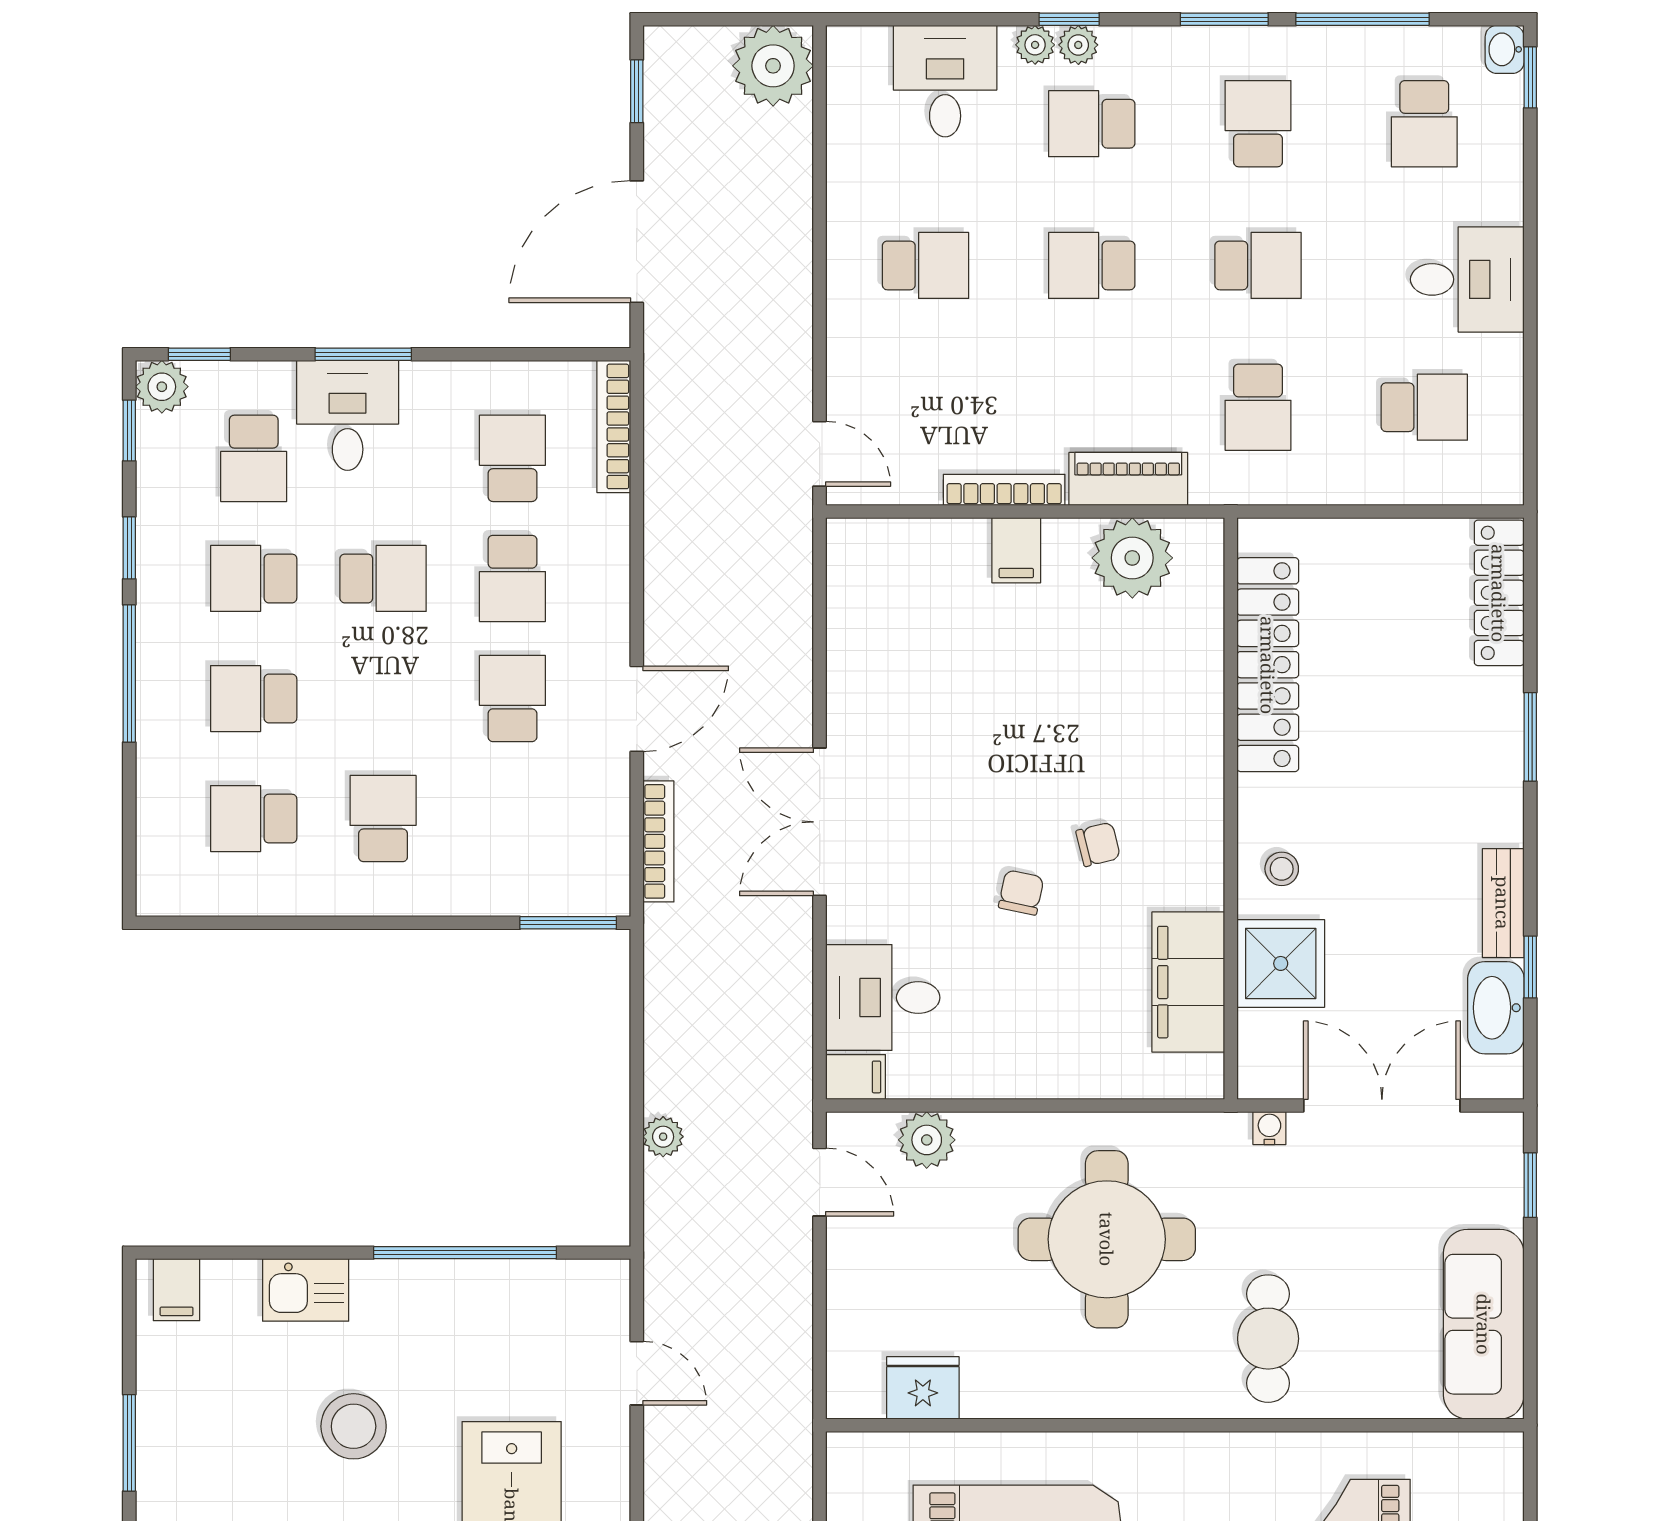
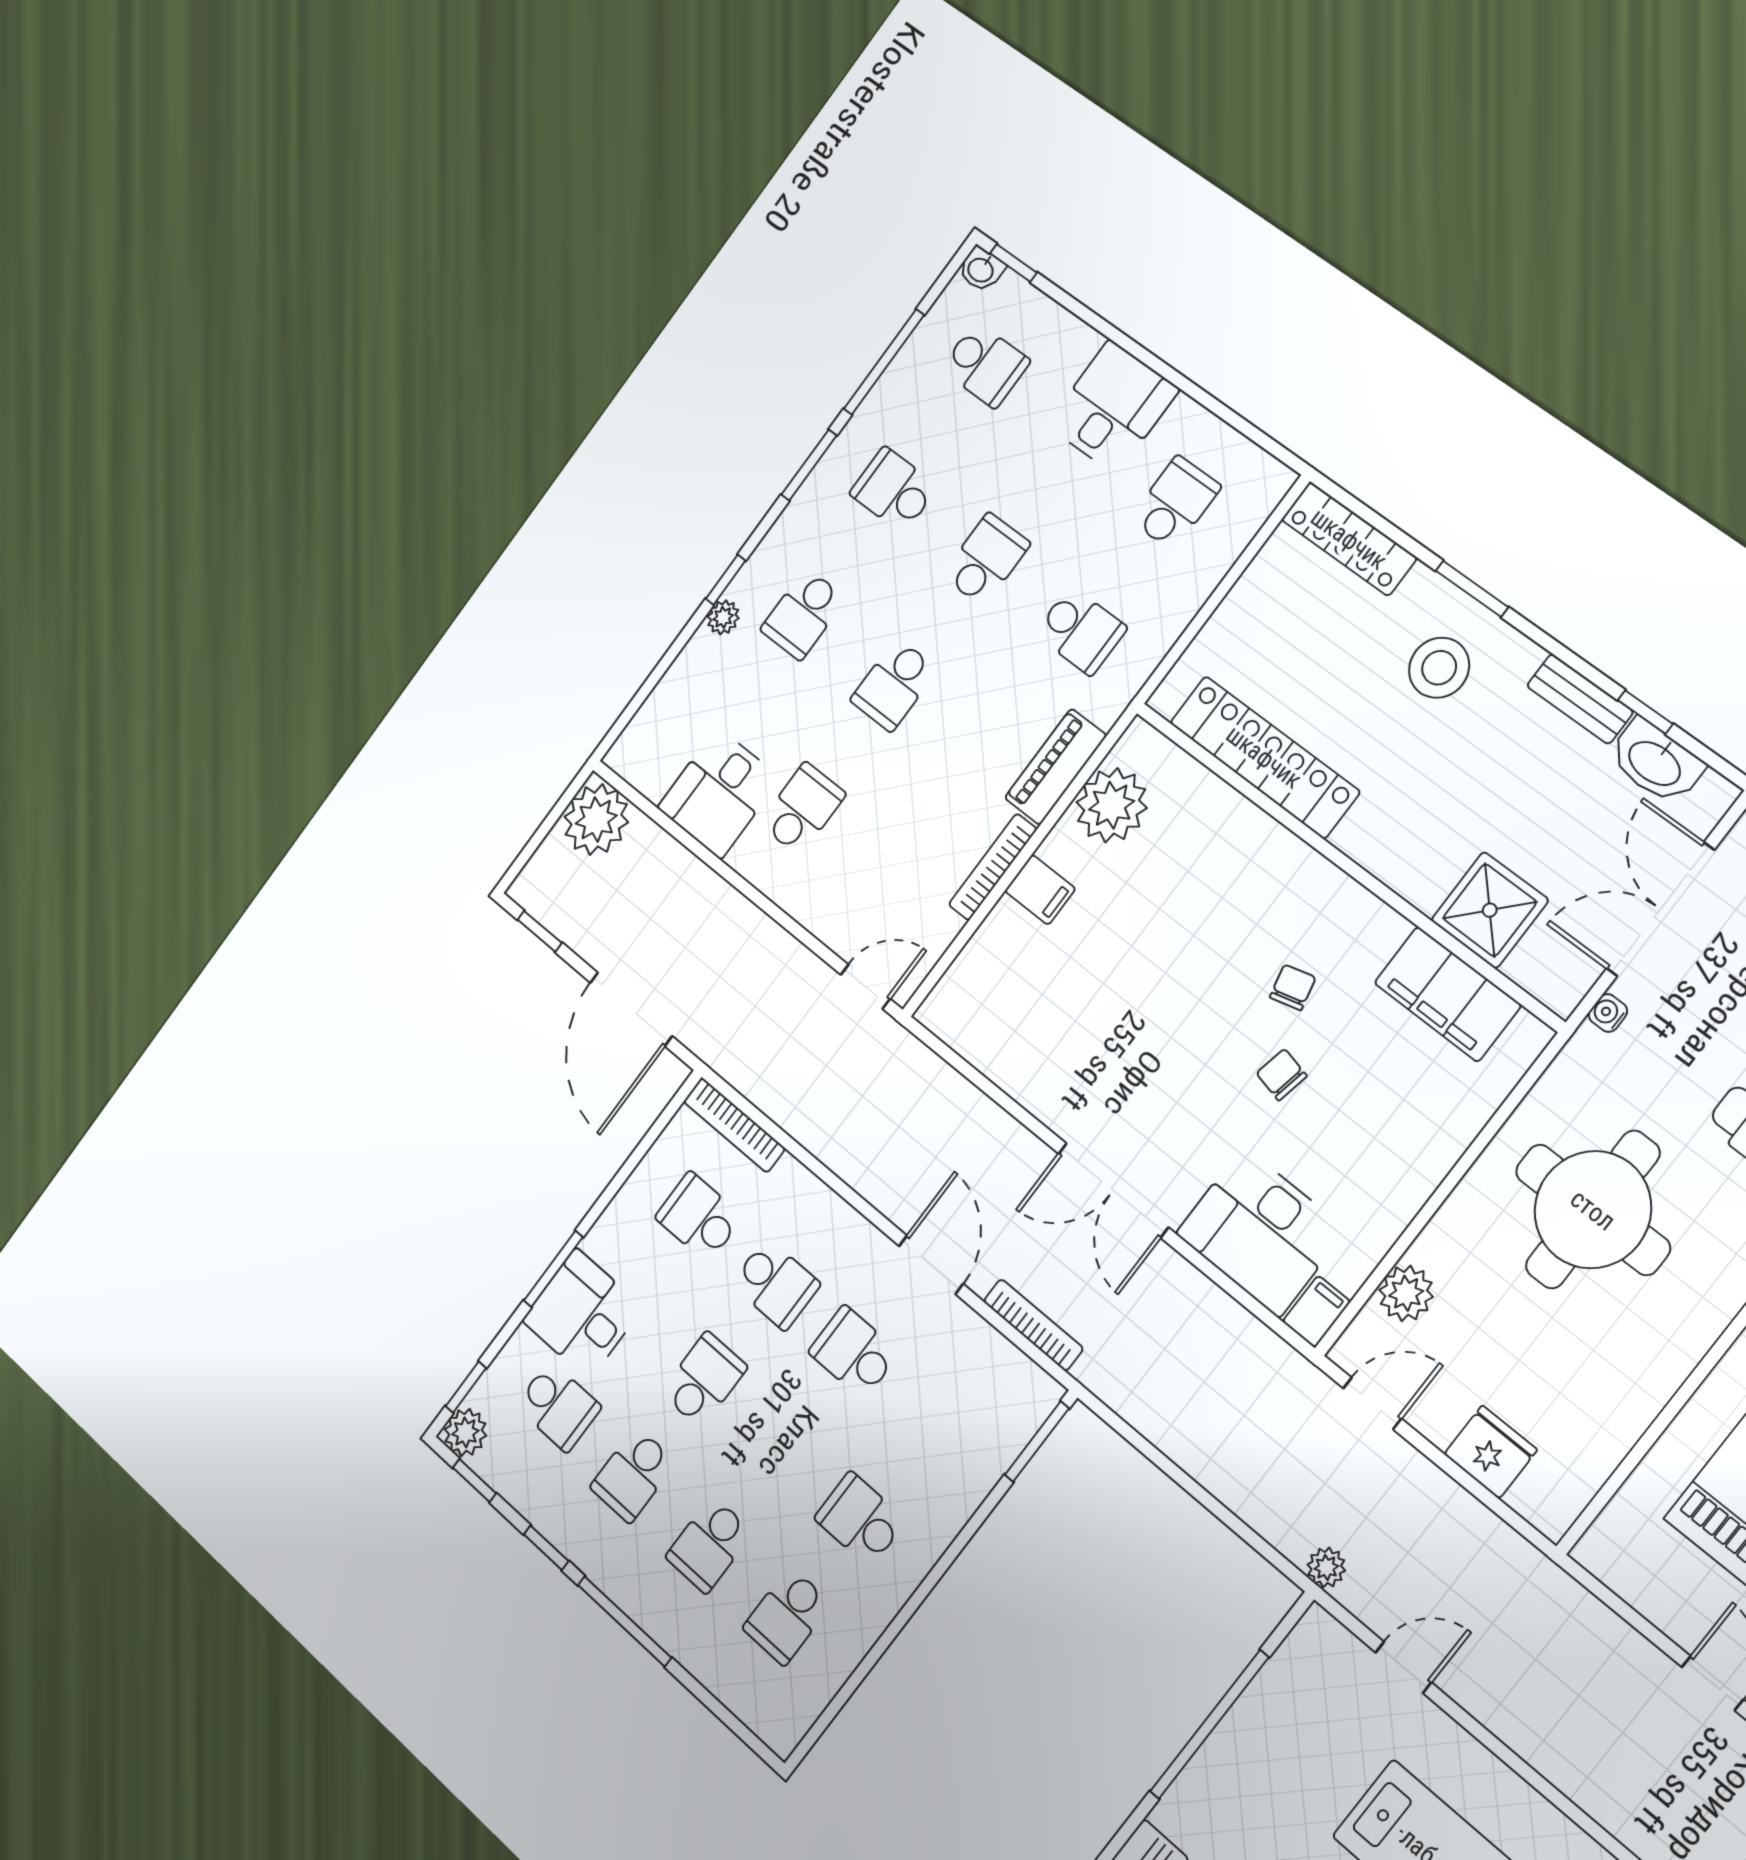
plant: (1078, 45) -> (746, 586), removed
desk: (945, 81) -> (719, 793), moved, turned -90
stool: (1282, 869) -> (1439, 668), moved, width x1.89, depth x1.89
desk: (883, 998) -> (1261, 1232), width x1.37
plant: (663, 1137) -> (1326, 1567), moved
fridge: (923, 1388) -> (1491, 1452), moved, turned 90

